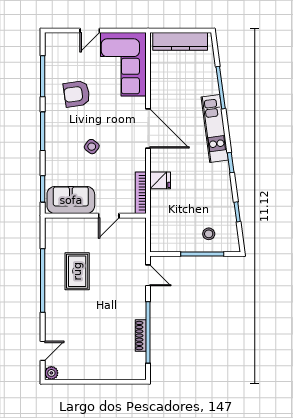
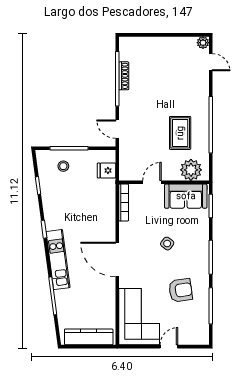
fridge: (160, 180) -> (106, 171), moved
plant: (65, 230) -> (191, 170), added
door: (43, 351) -> (211, 62), swing flipped

